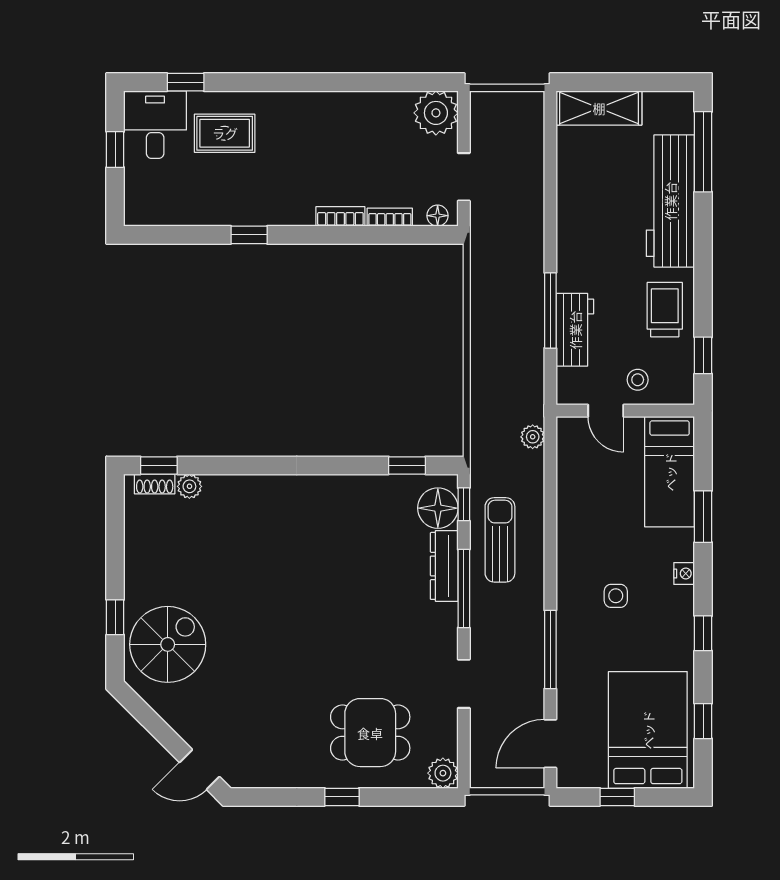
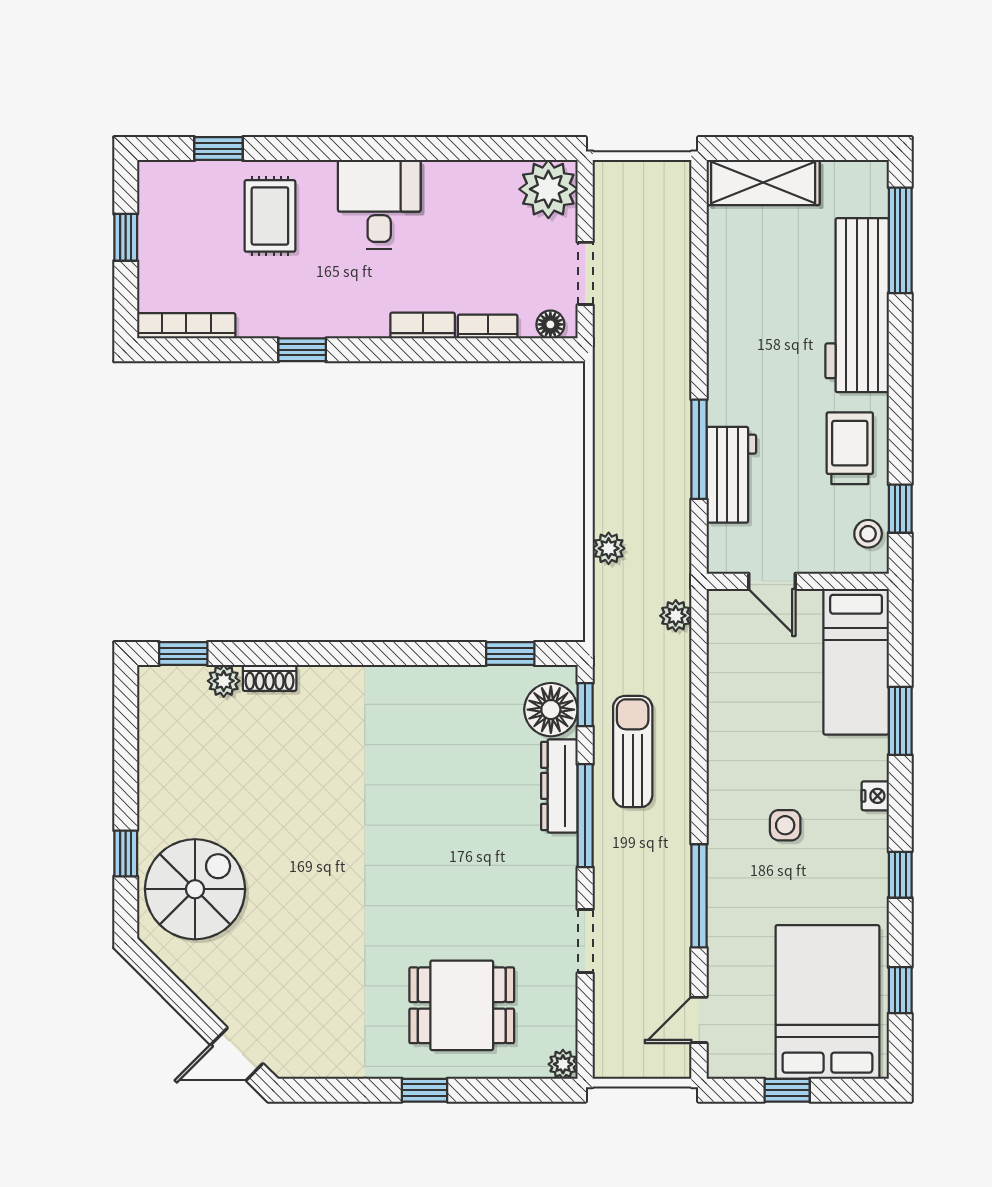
desk: (155, 125) -> (379, 204), moved
rug: (225, 133) -> (270, 216), turned 90
bookcase: (161, 217) -> (186, 326), added
stool: (638, 380) -> (868, 534), moved
plant: (482, 386) -> (609, 548), added
shoe rack: (155, 484) -> (270, 678), moved
door: (550, 744) -> (699, 1020), width x0.73
plant: (443, 773) -> (563, 1064), width x0.73, depth x0.73

